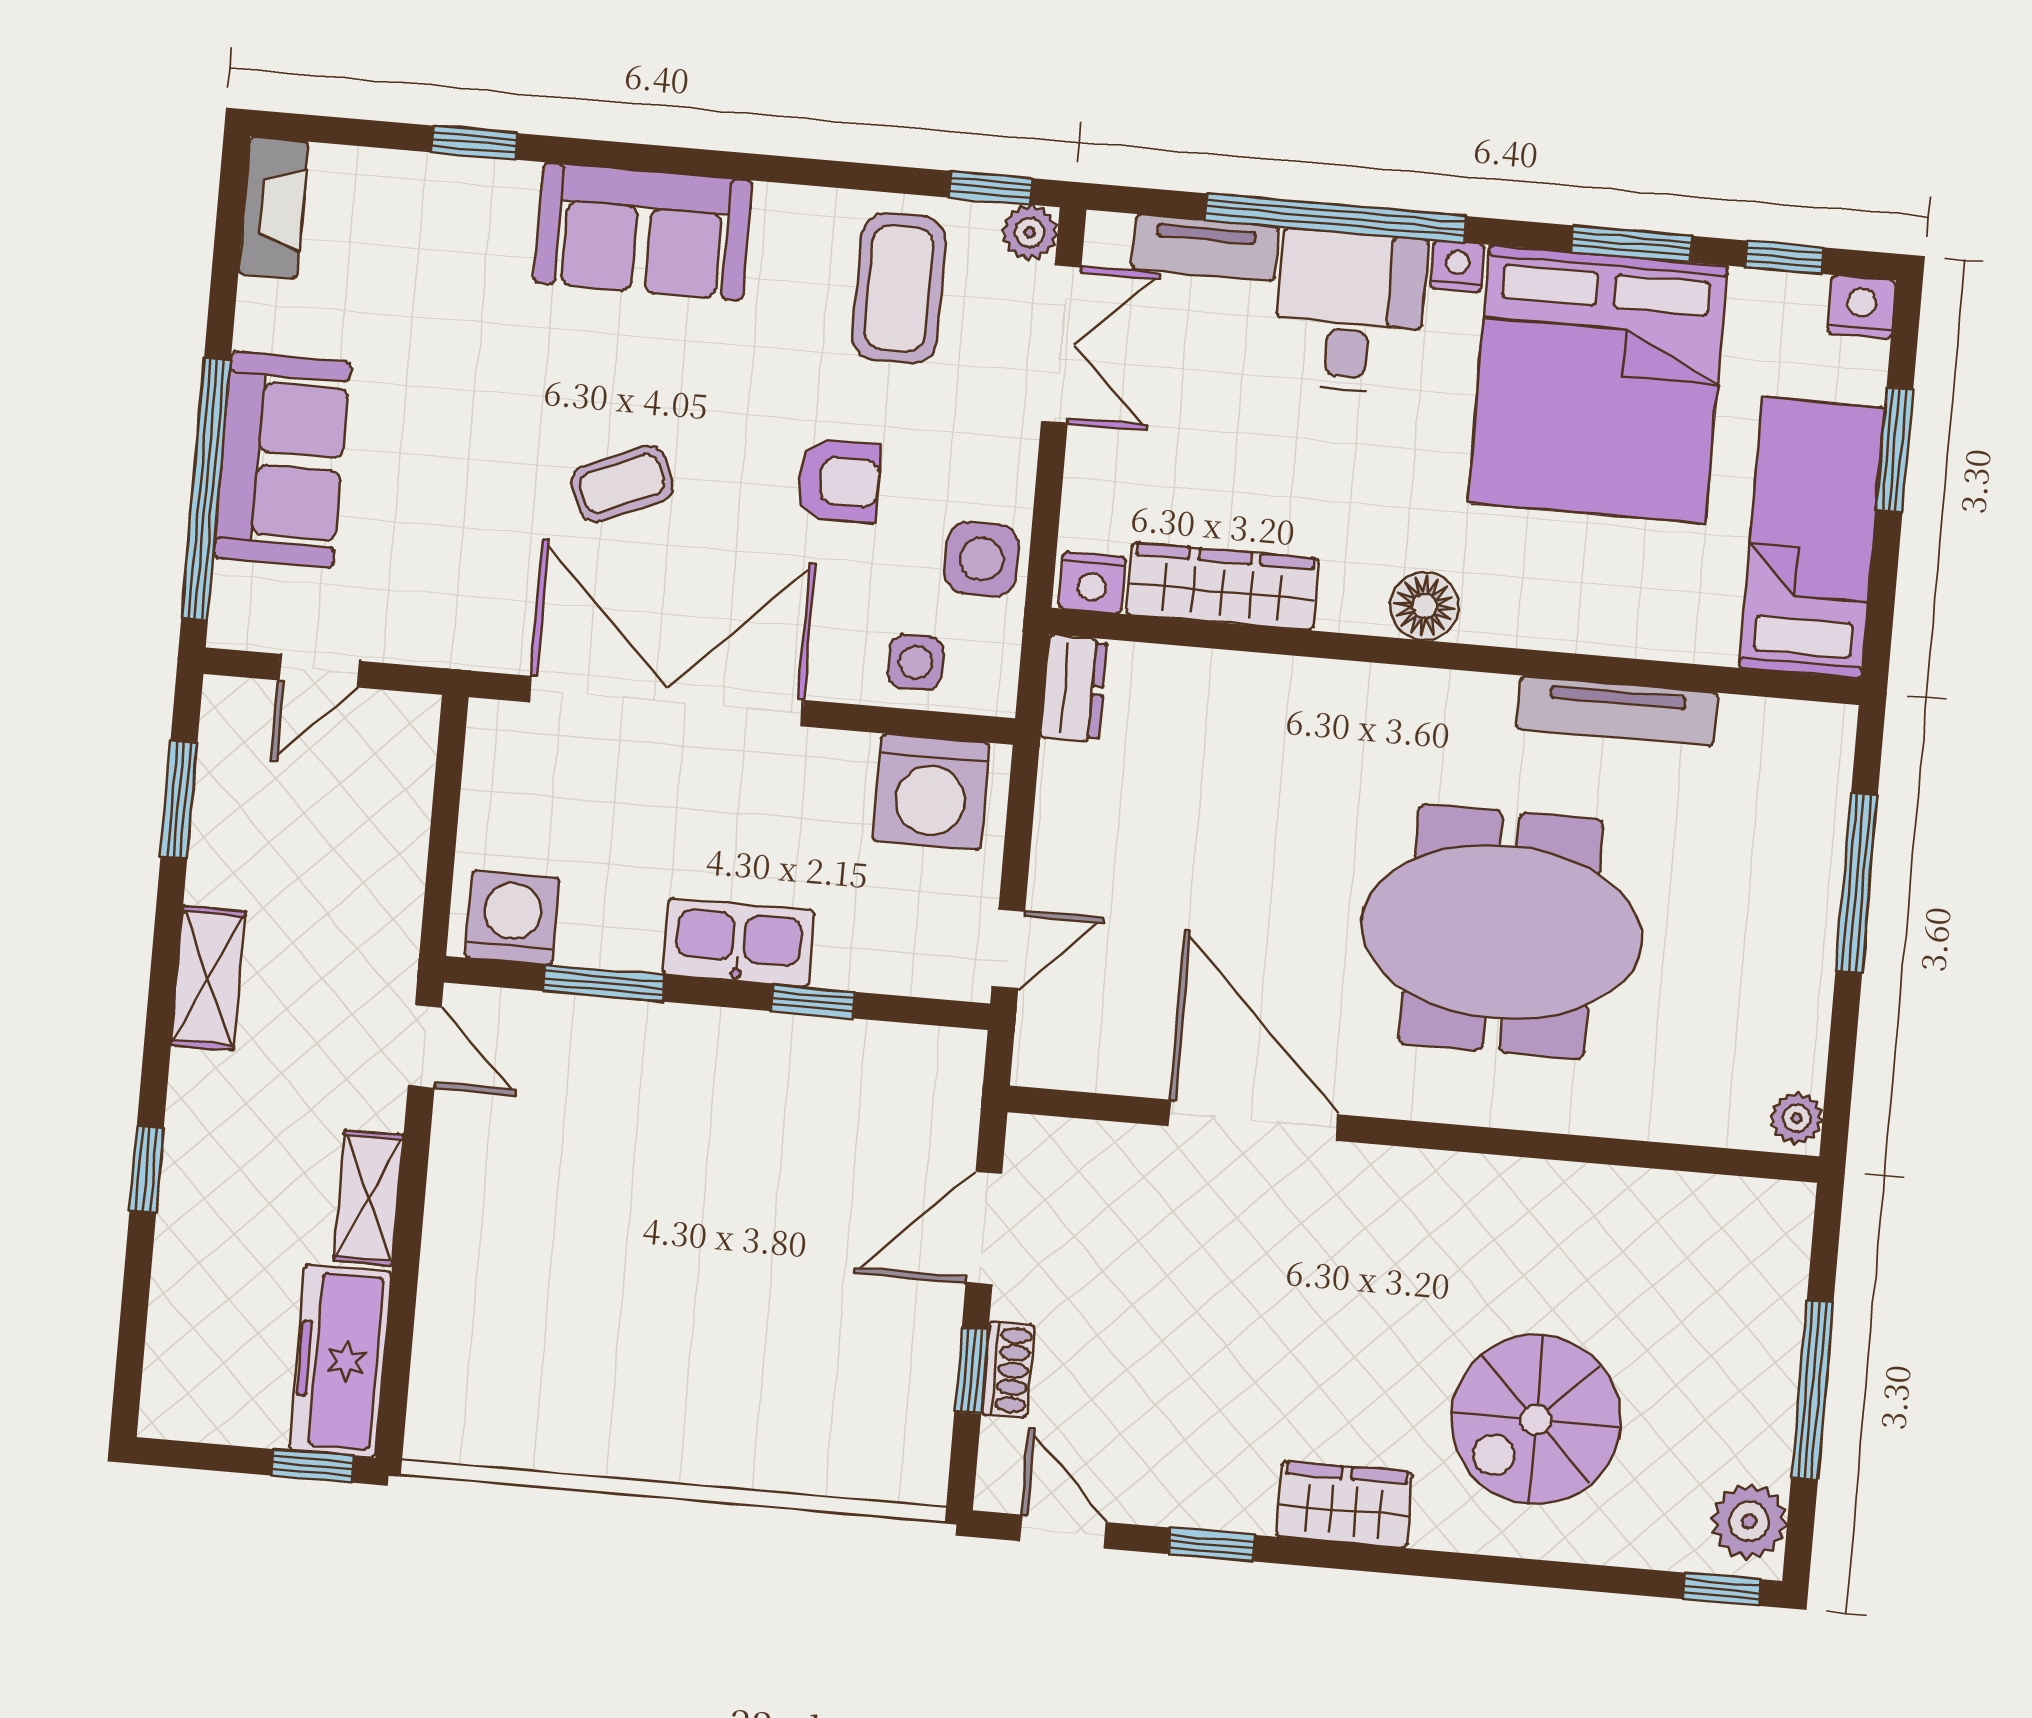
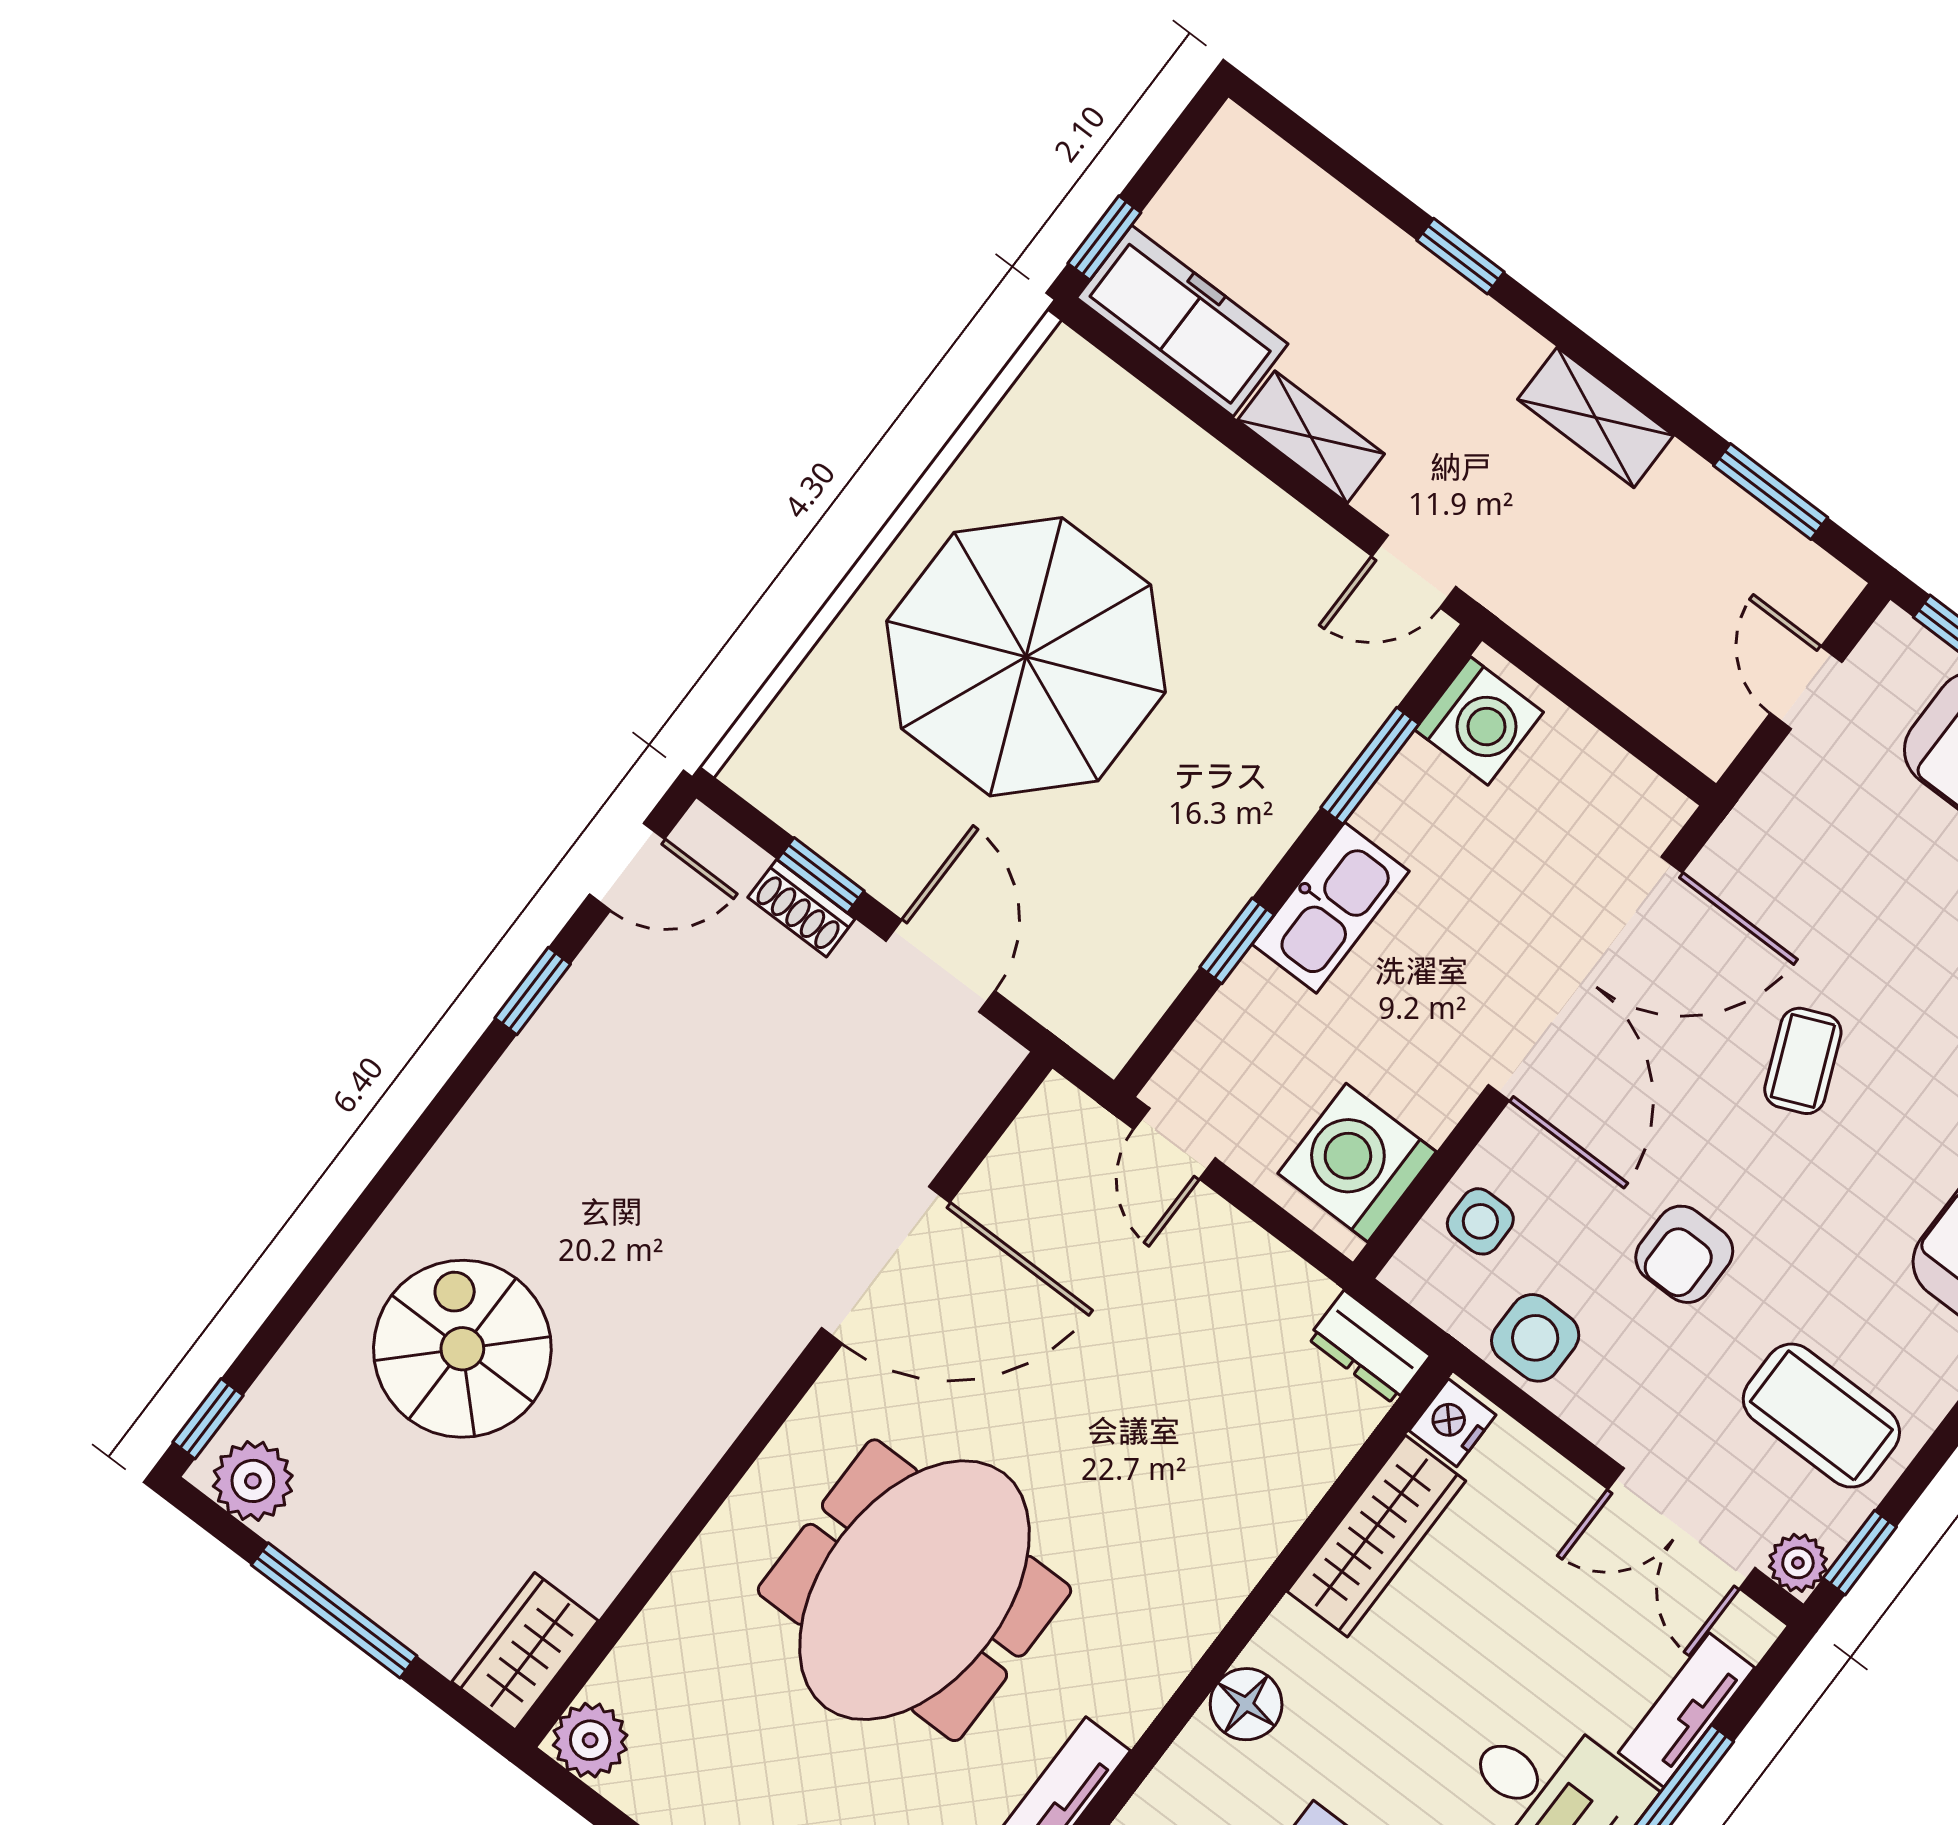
plant: (1797, 1118) -> (590, 1740), width x1.38, depth x1.38
parasol: (691, 1316) -> (1026, 657), added
wardrobe: (1344, 1505) -> (525, 1651), moved, turned 180

